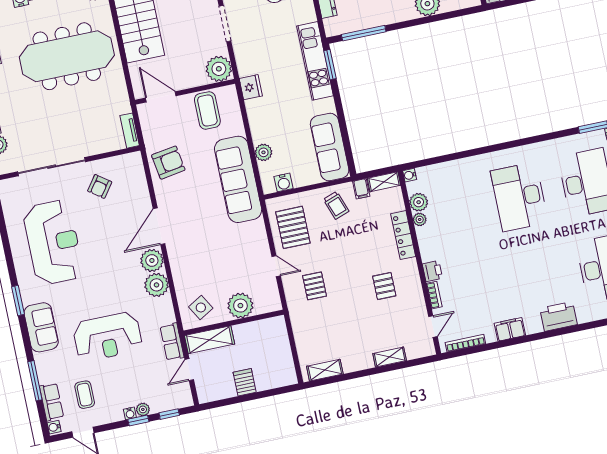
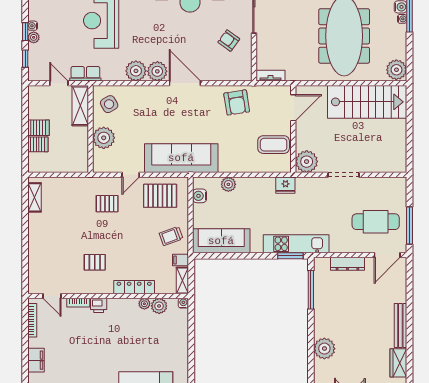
sofa: (238, 179) -> (181, 158), moved
shelving: (390, 357) -> (34, 254), removed
server rack: (264, 379) -> (38, 144), added

